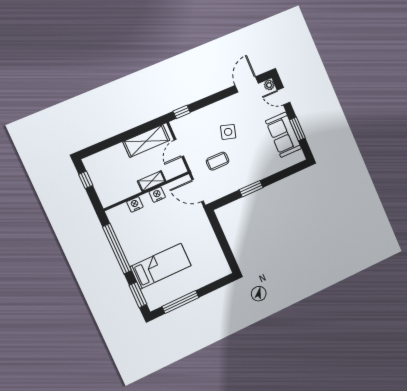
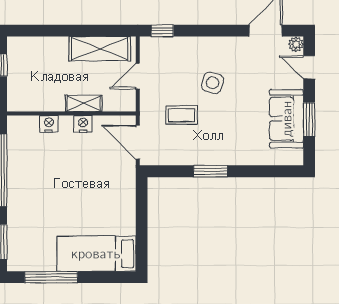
bed: (161, 266) -> (96, 254), moved, turned 180

